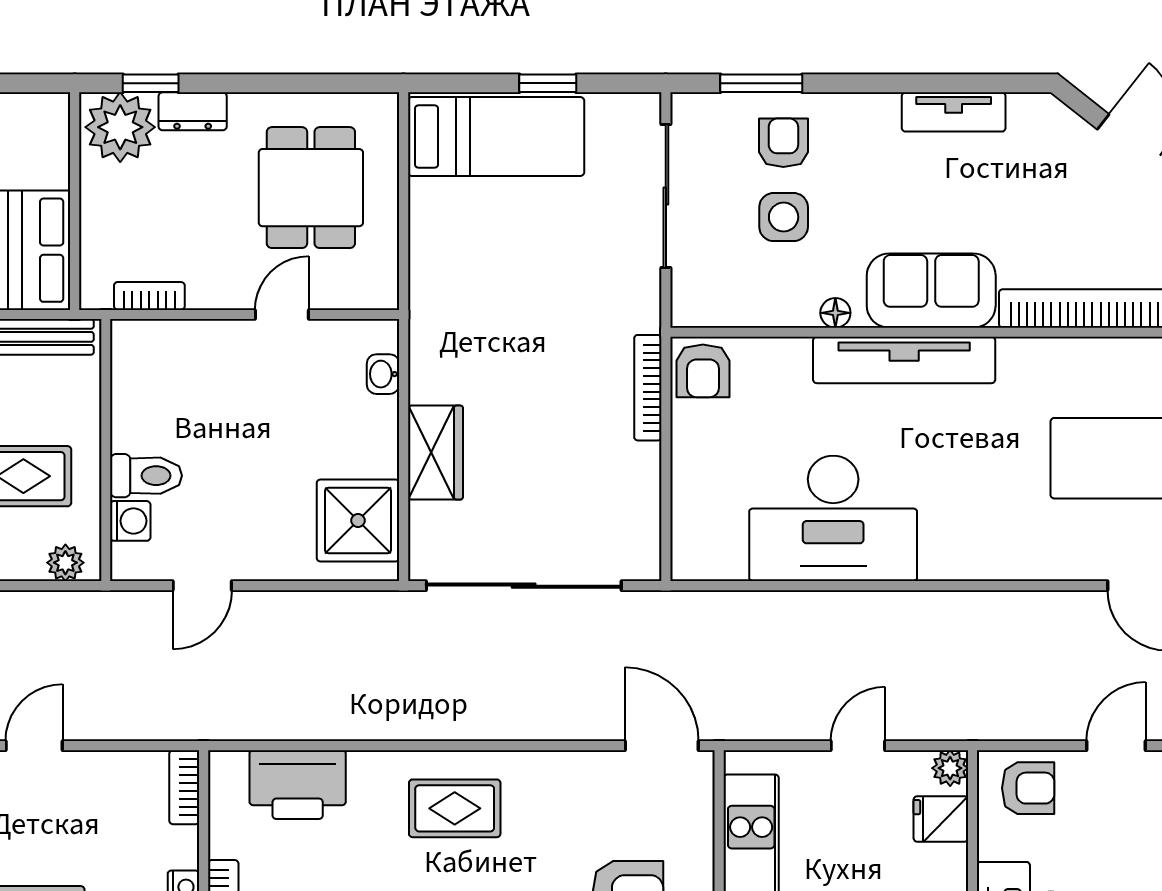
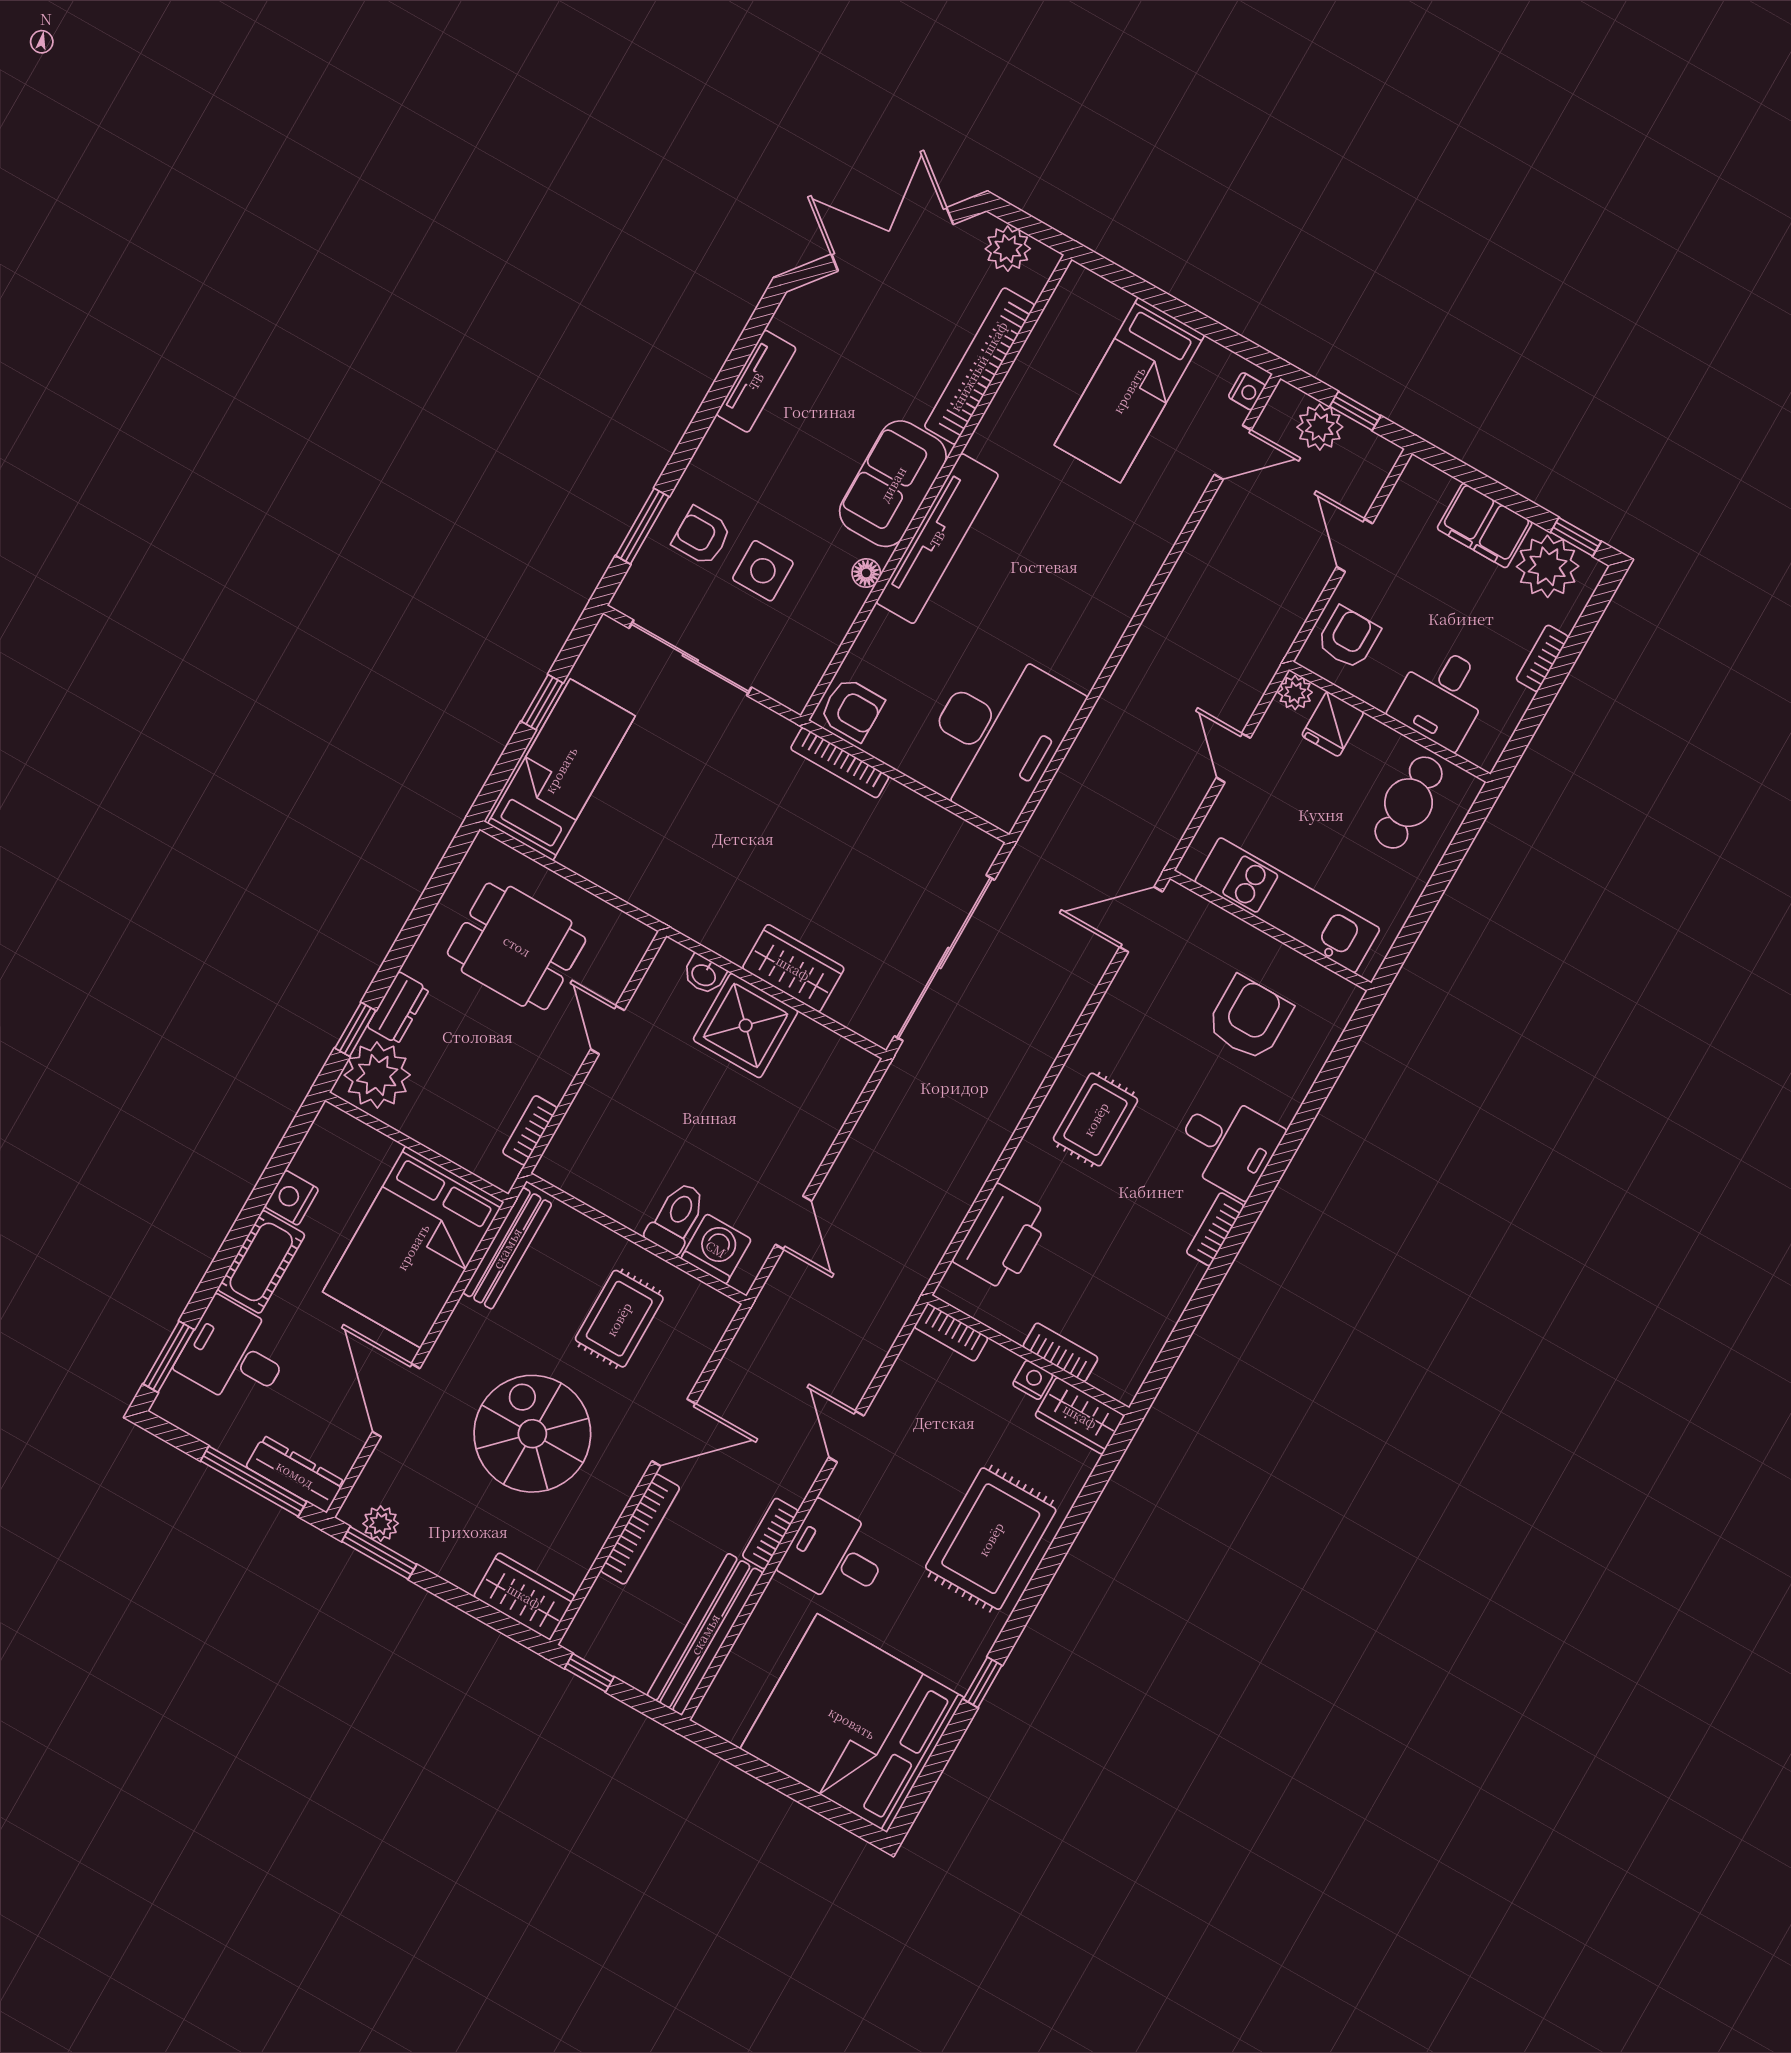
desk: (833, 518) -> (997, 737), moved
shower: (358, 520) -> (746, 1025), moved
washing machine: (130, 521) -> (716, 1249), width x1.38, depth x1.38
plant: (65, 563) -> (710, 1325), removed

